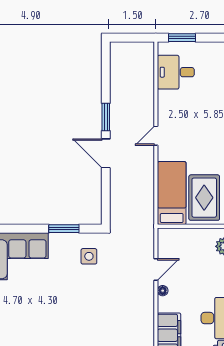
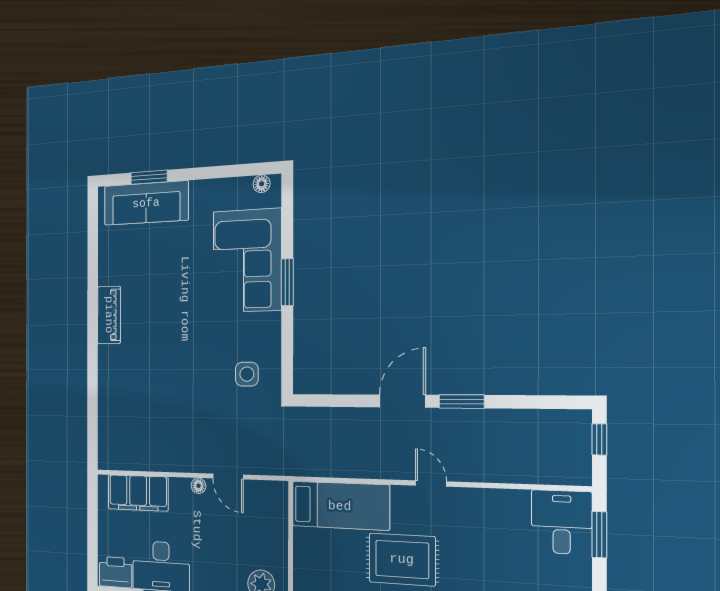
window: (127, 38) -> (599, 439), added
desk: (176, 72) -> (562, 522), moved
rug: (204, 198) -> (402, 559), moved
window: (64, 229) -> (287, 282), moved

